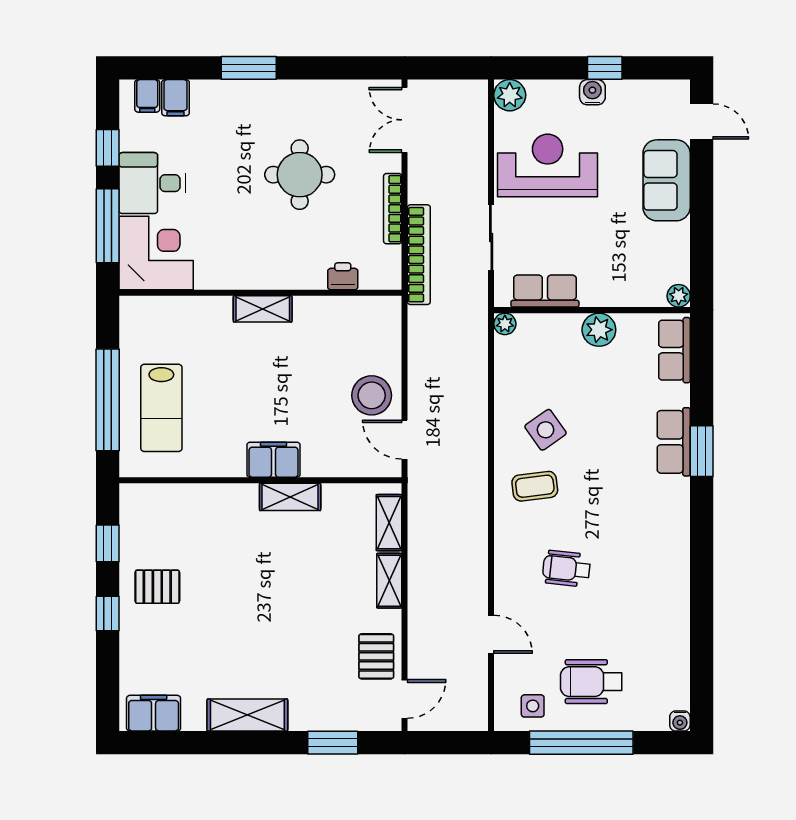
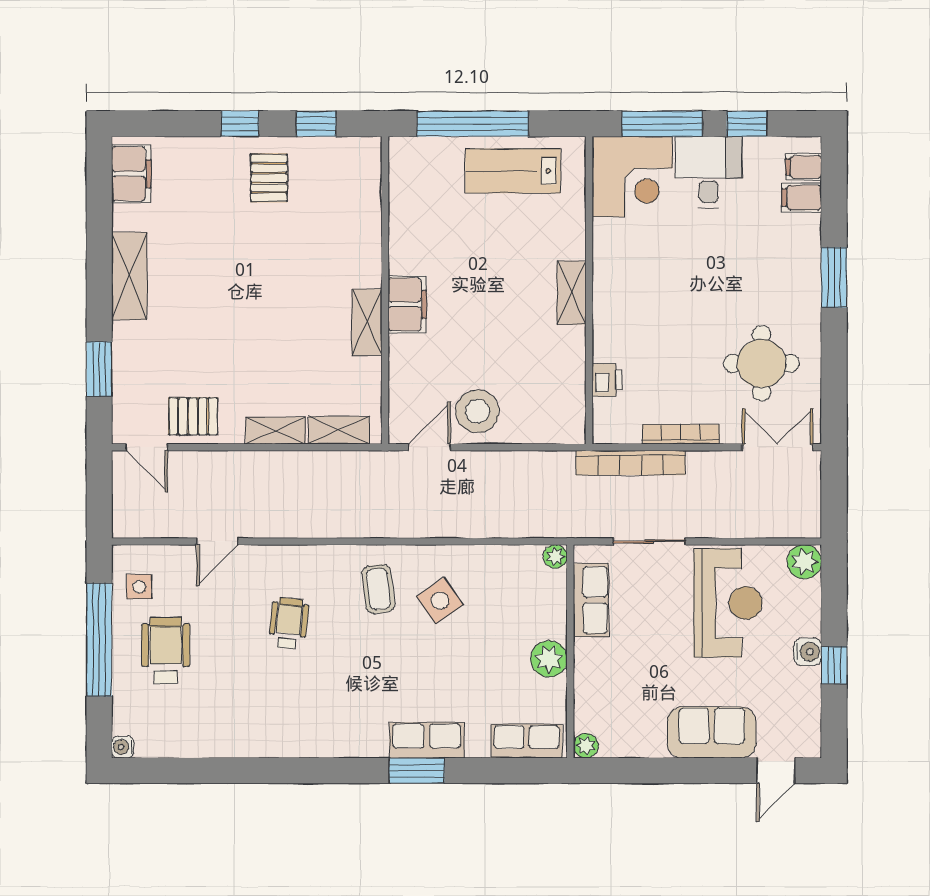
round table: (300, 175) -> (761, 363), moved
lab bench: (161, 408) -> (513, 171), moved

